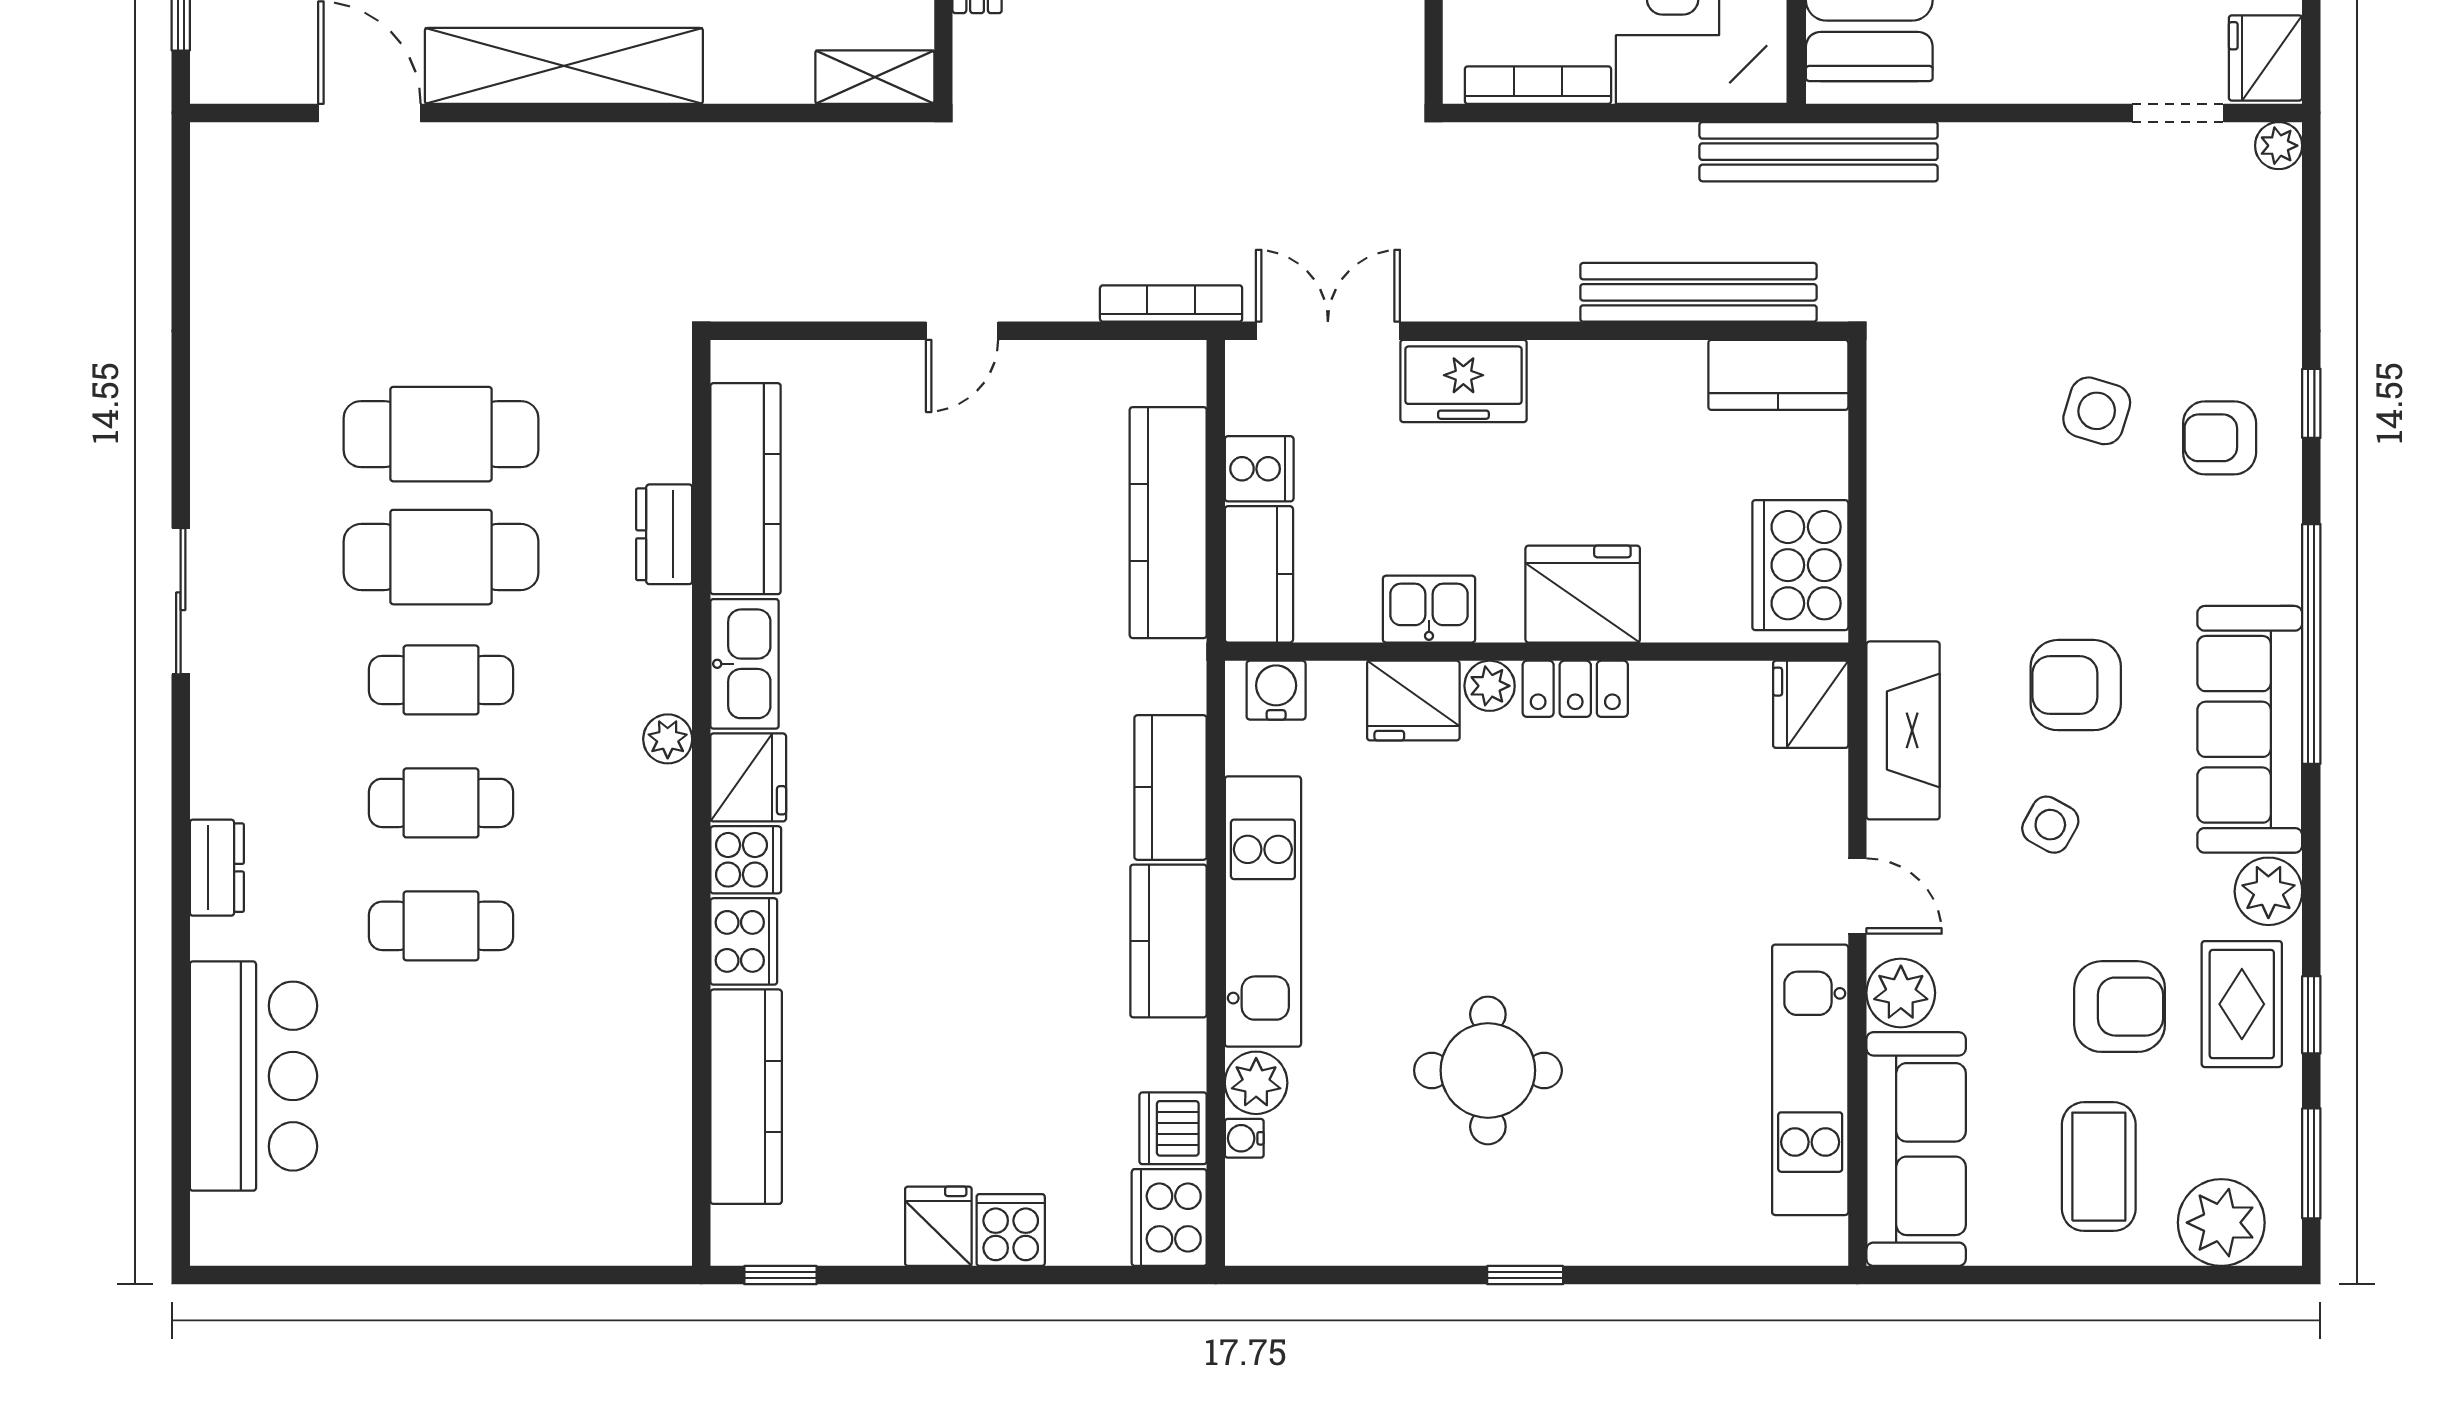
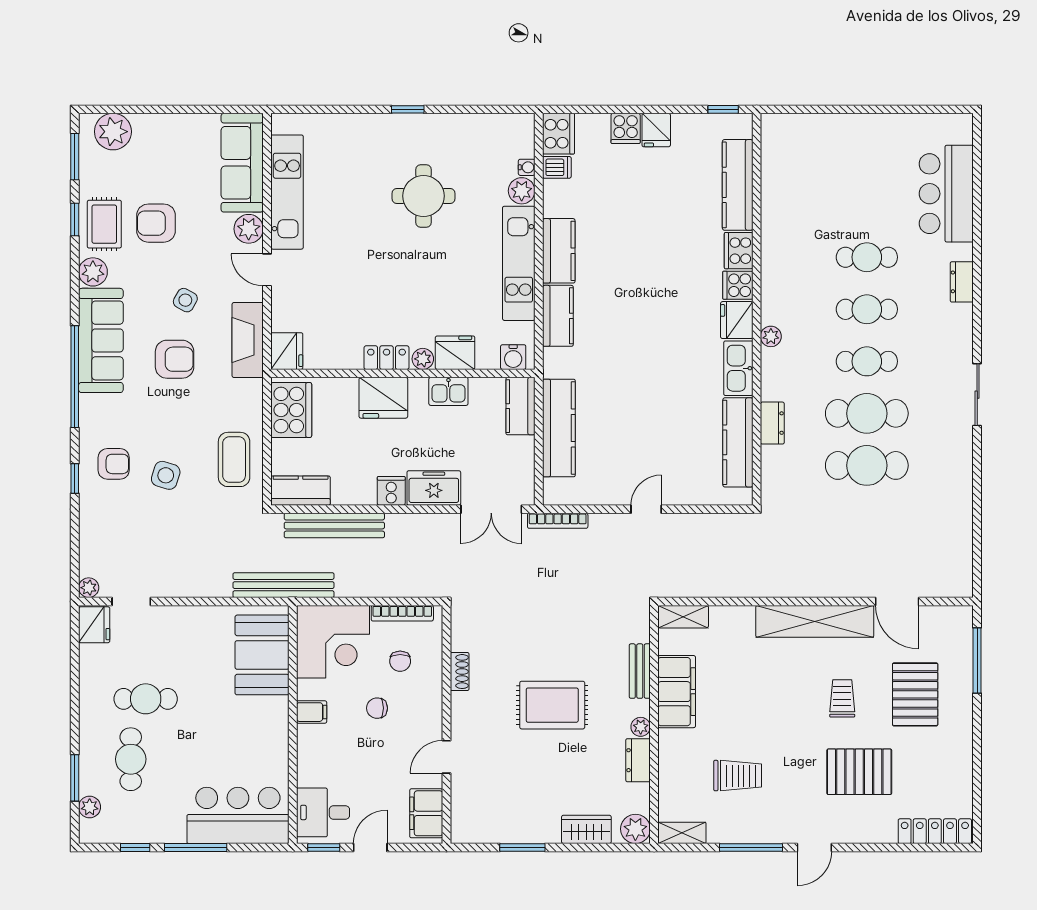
cooker: (1259, 469) -> (391, 491), moved, turned 90
dishwasher: (1173, 1128) -> (557, 167), width x0.73
coffee table: (2099, 1167) -> (234, 459), moved

